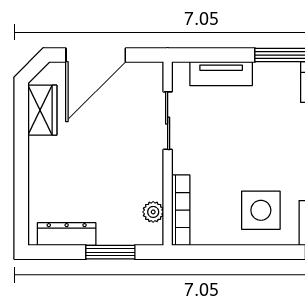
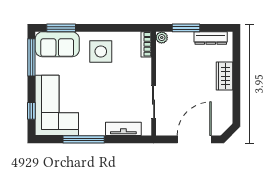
wardrobe: (42, 110) -> (224, 76), moved
bookcase: (181, 210) -> (146, 44), width x0.64
plant: (153, 212) -> (162, 38), moved

